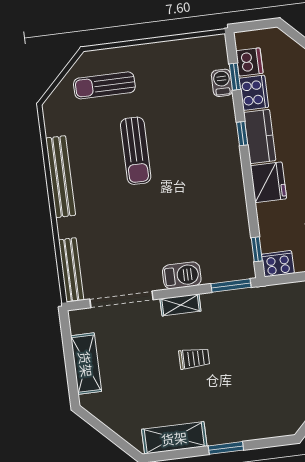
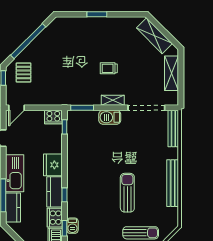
shelving: (174, 438) -> (154, 36), moved, turned 45

